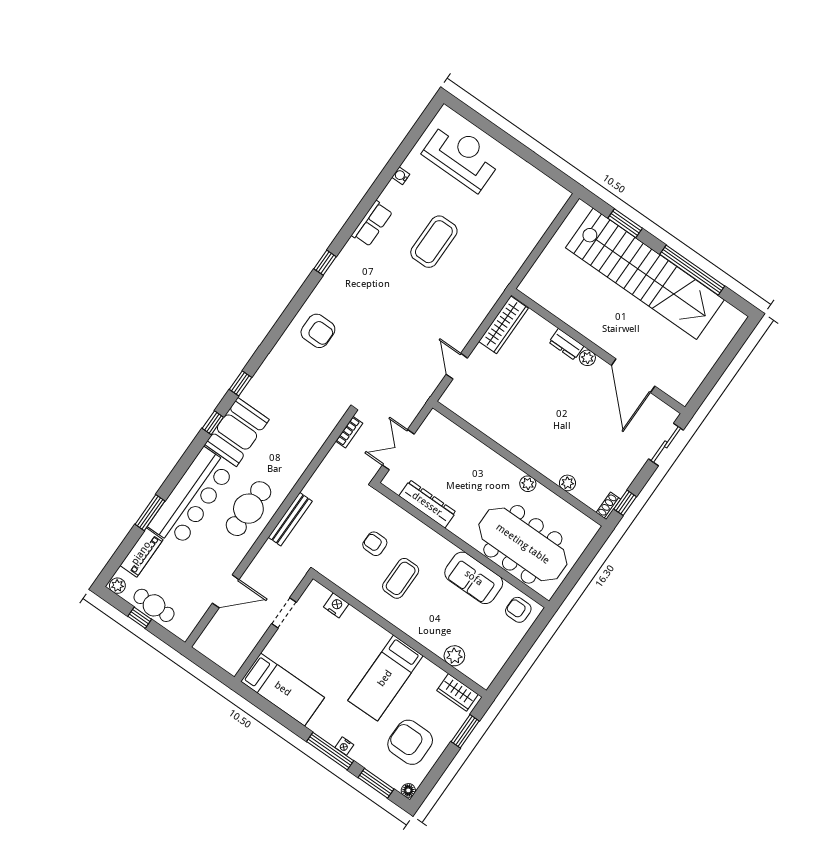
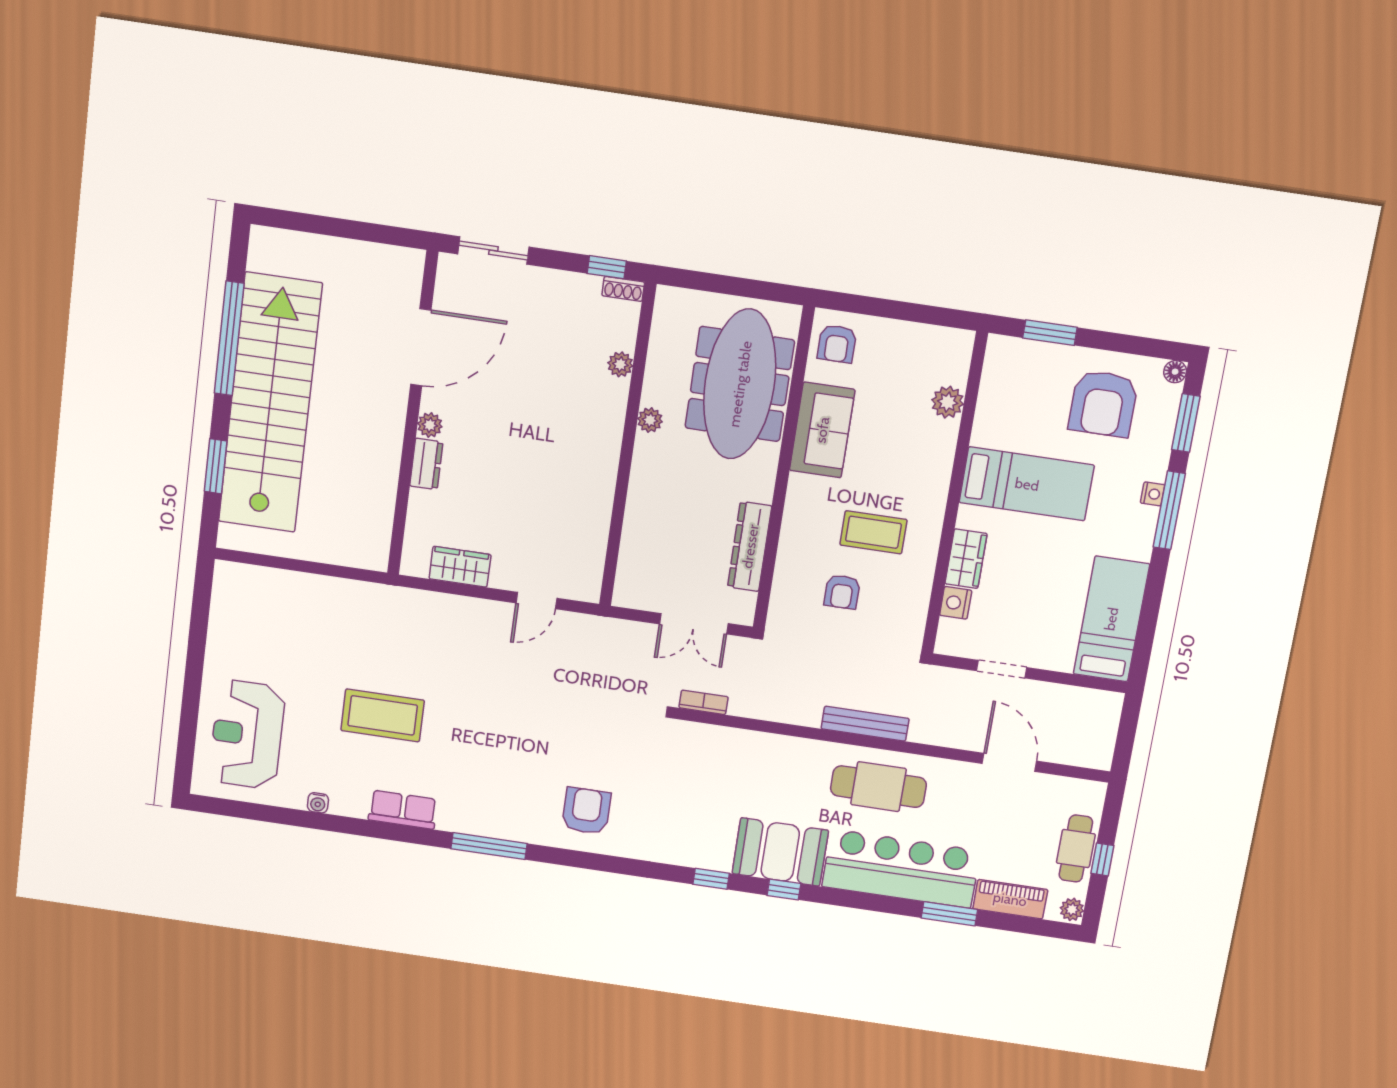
window: (325, 263) -> (489, 846), width x2.17
wardrobe: (504, 325) -> (460, 567), width x0.67
wardrobe: (457, 692) -> (966, 559), moved

